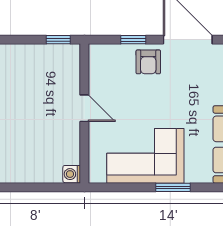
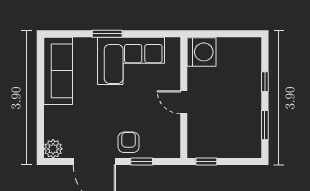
washing machine: (72, 174) -> (202, 52), width x1.89, depth x1.89

